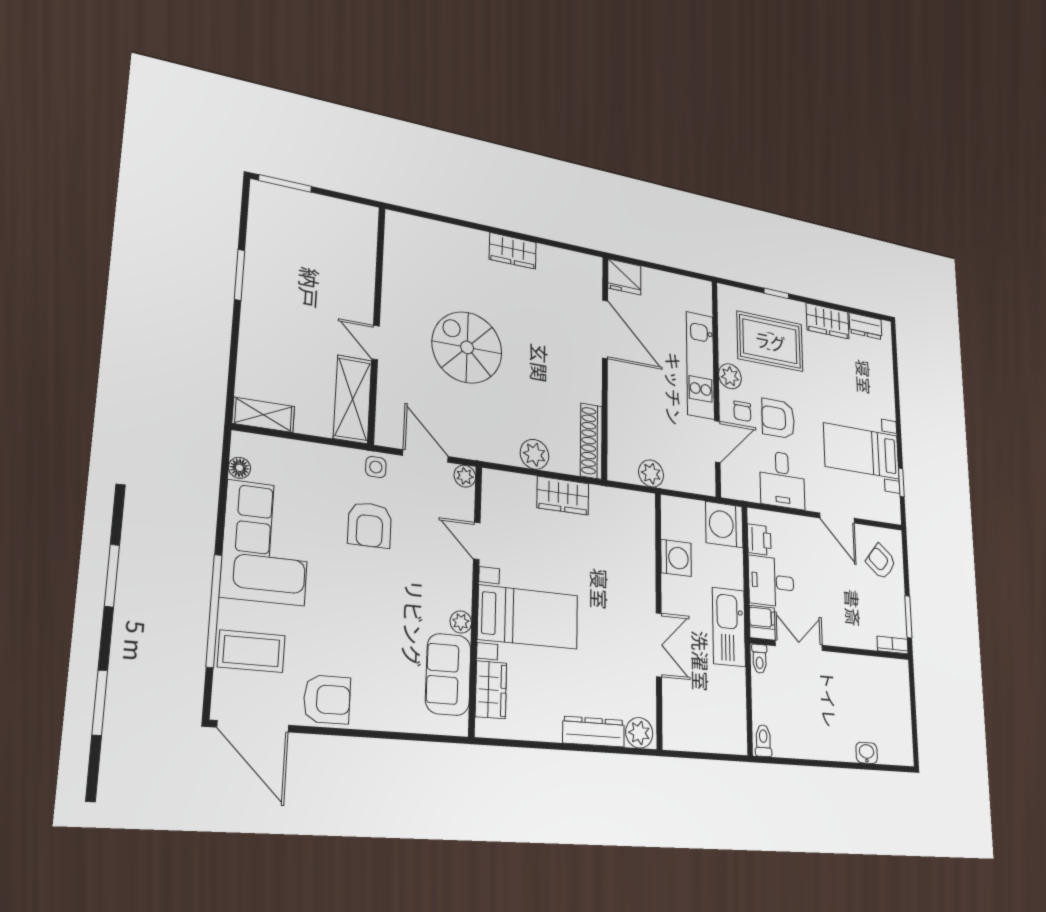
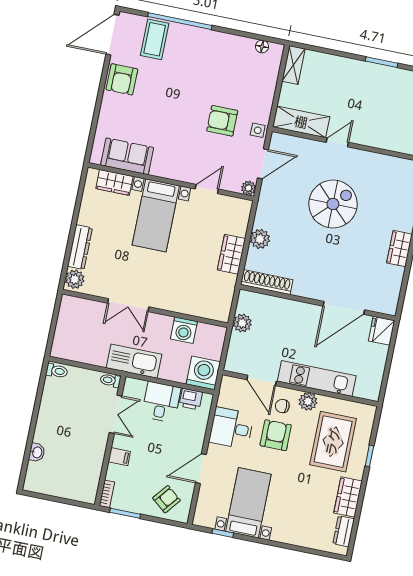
corner sofa: (266, 543) -> (216, 56), removed
filing cabinet: (762, 617) -> (119, 457), moved, turned -90
plant: (461, 622) -> (158, 170), removed

